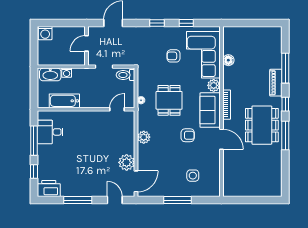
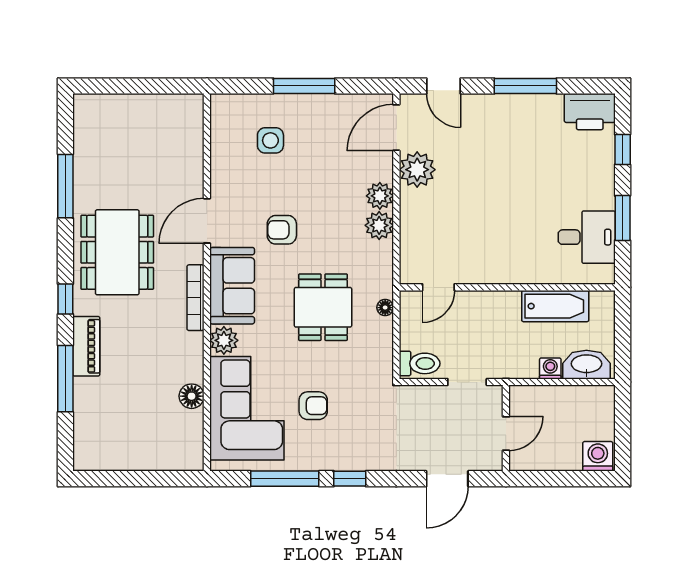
window: (186, 23) -> (285, 479), width x2.17
window: (285, 135) -> (65, 186), moved
door: (221, 139) -> (207, 221), hinge flipped
window: (34, 141) -> (623, 218), width x0.69
plant: (143, 151) -> (380, 196), added

